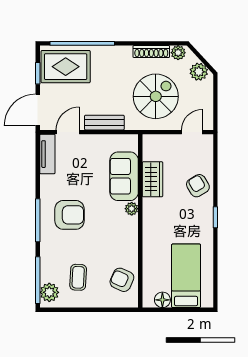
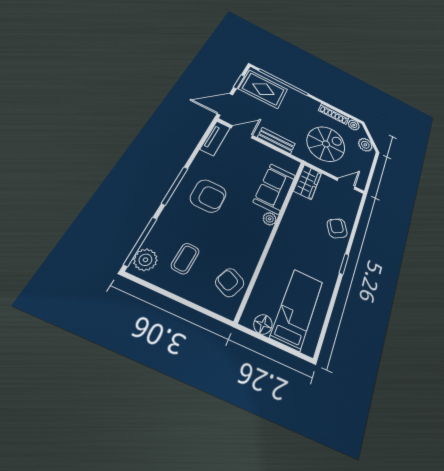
wardrobe: (152, 179) -> (308, 182), moved

